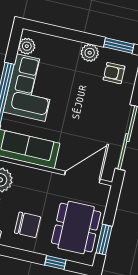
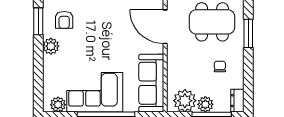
chair: (28, 225) -> (220, 67), width x0.54, depth x0.54
window: (55, 263) -> (248, 33), width x1.50

